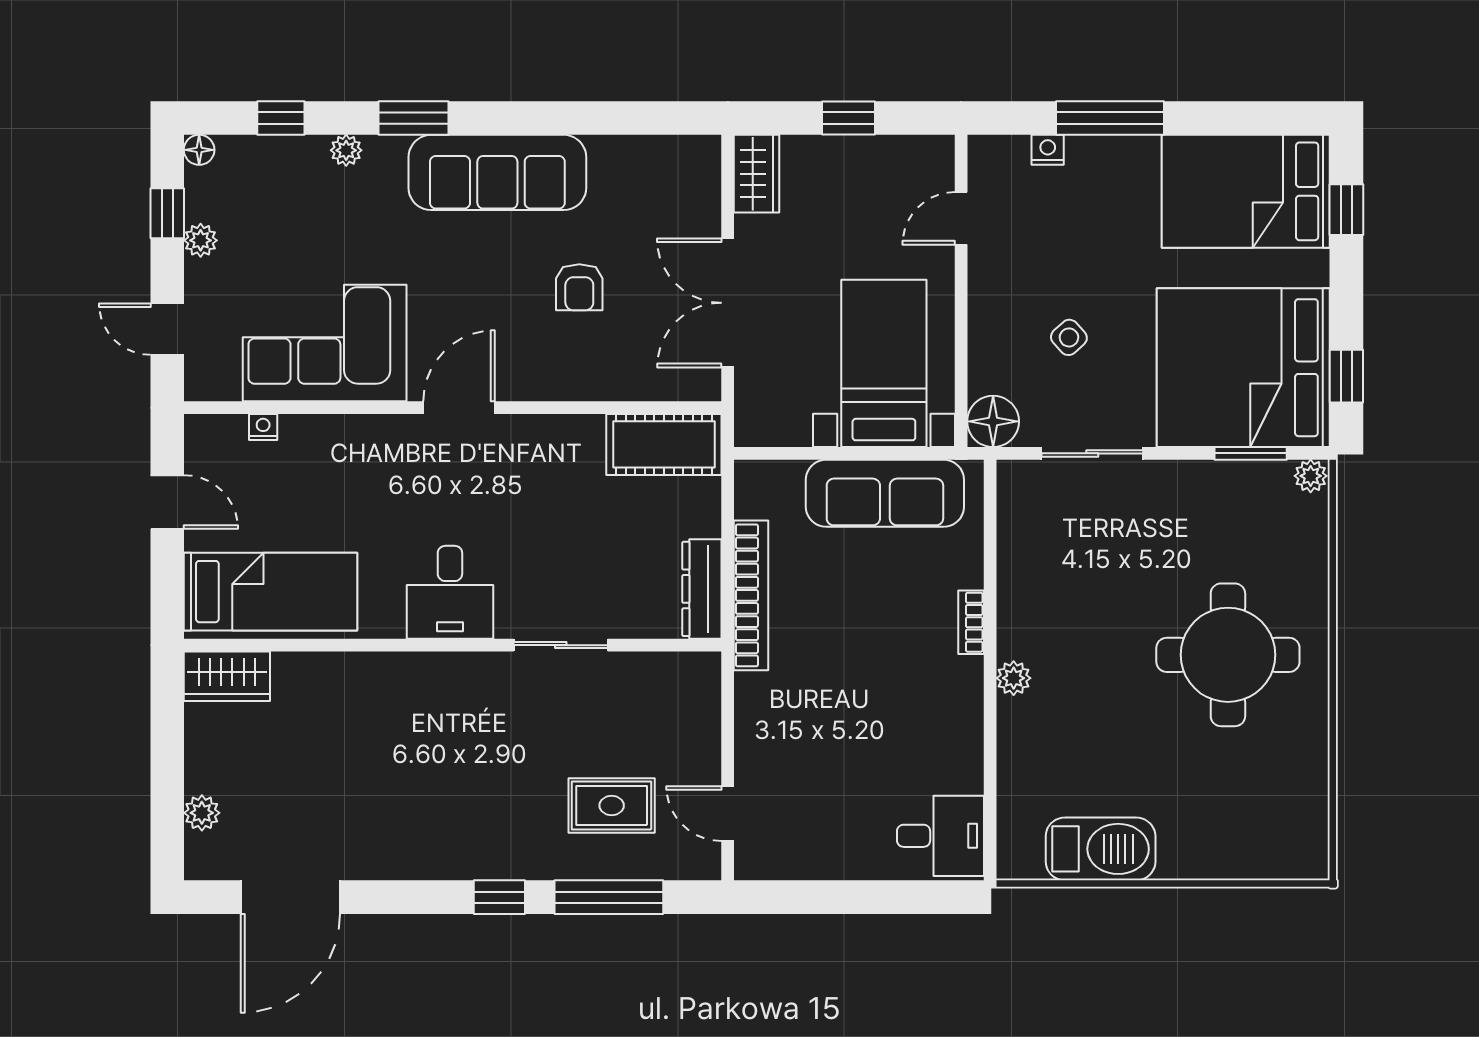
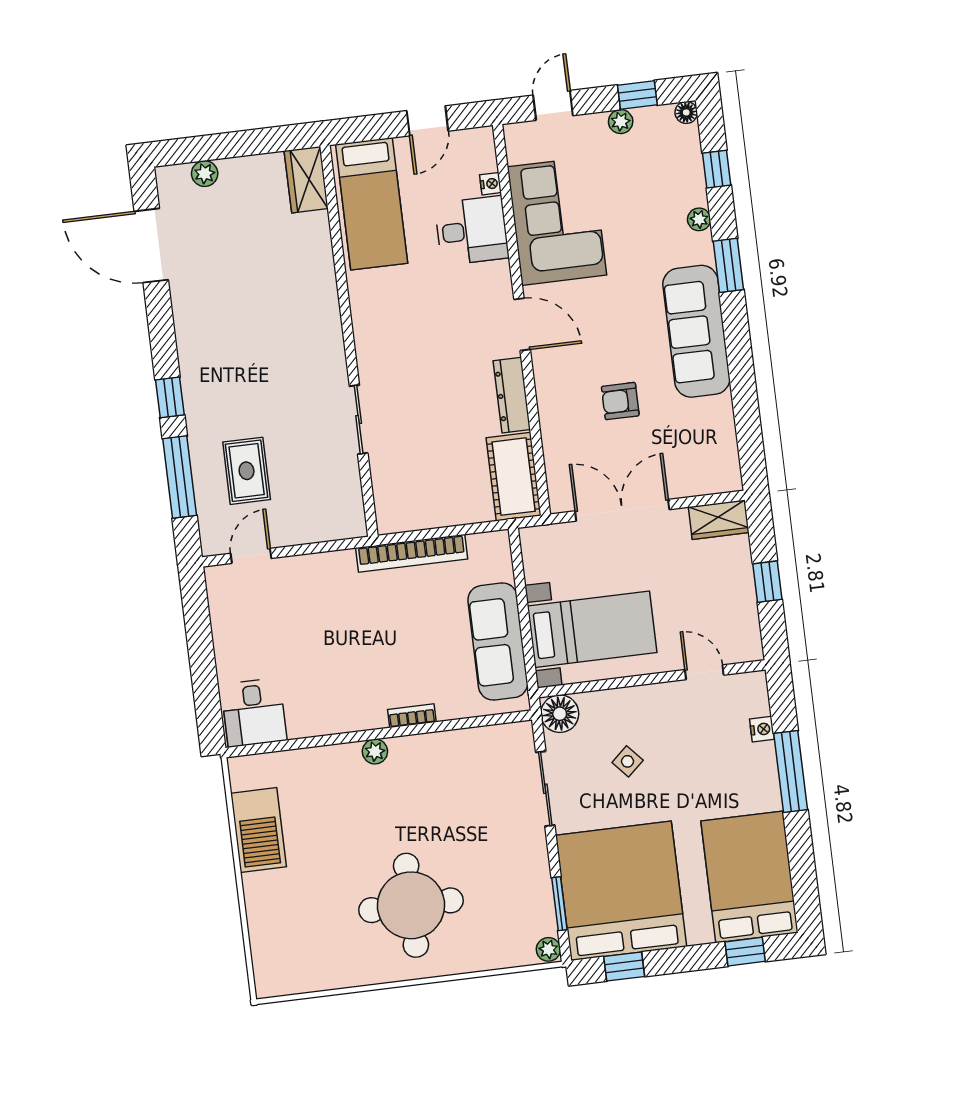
dresser: (702, 589) -> (512, 395), moved, turned -90
desk: (450, 592) -> (472, 231), moved, turned 180

